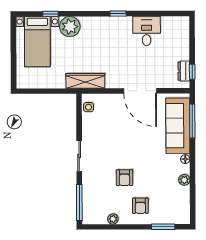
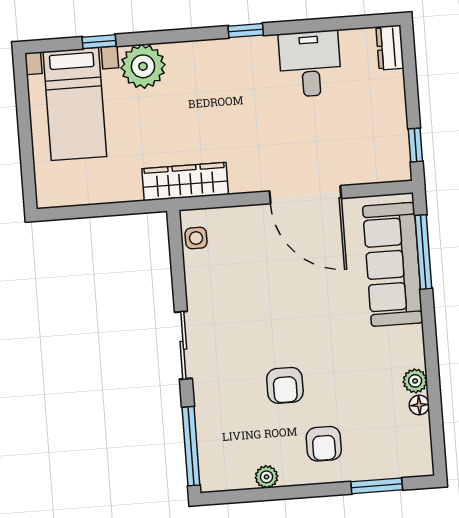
dresser: (184, 71) -> (390, 48), moved
floor lamp: (185, 159) -> (419, 405), moved

